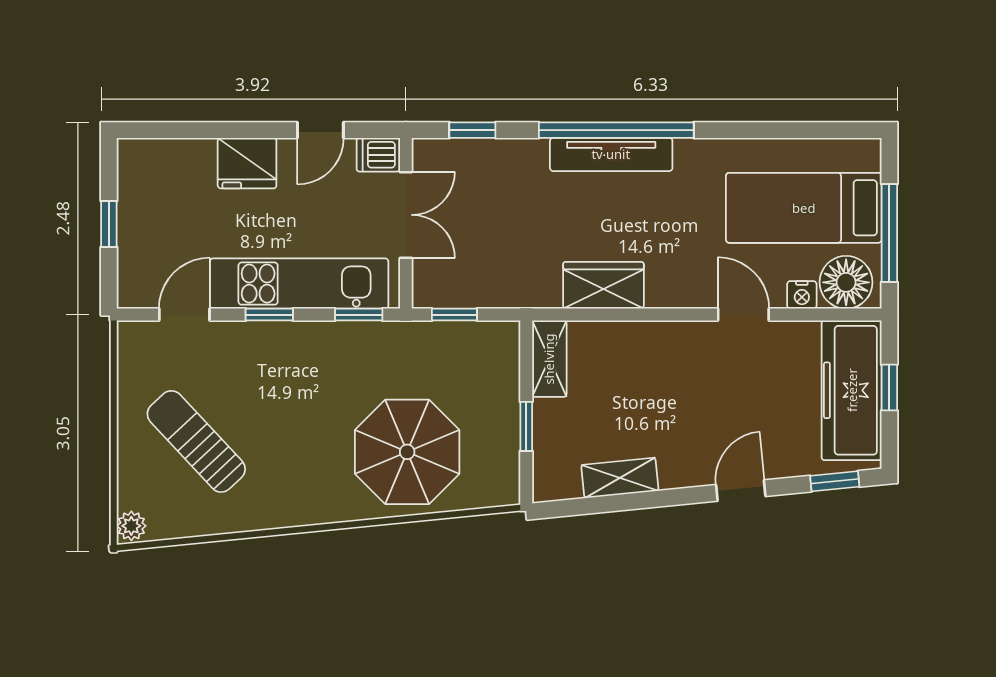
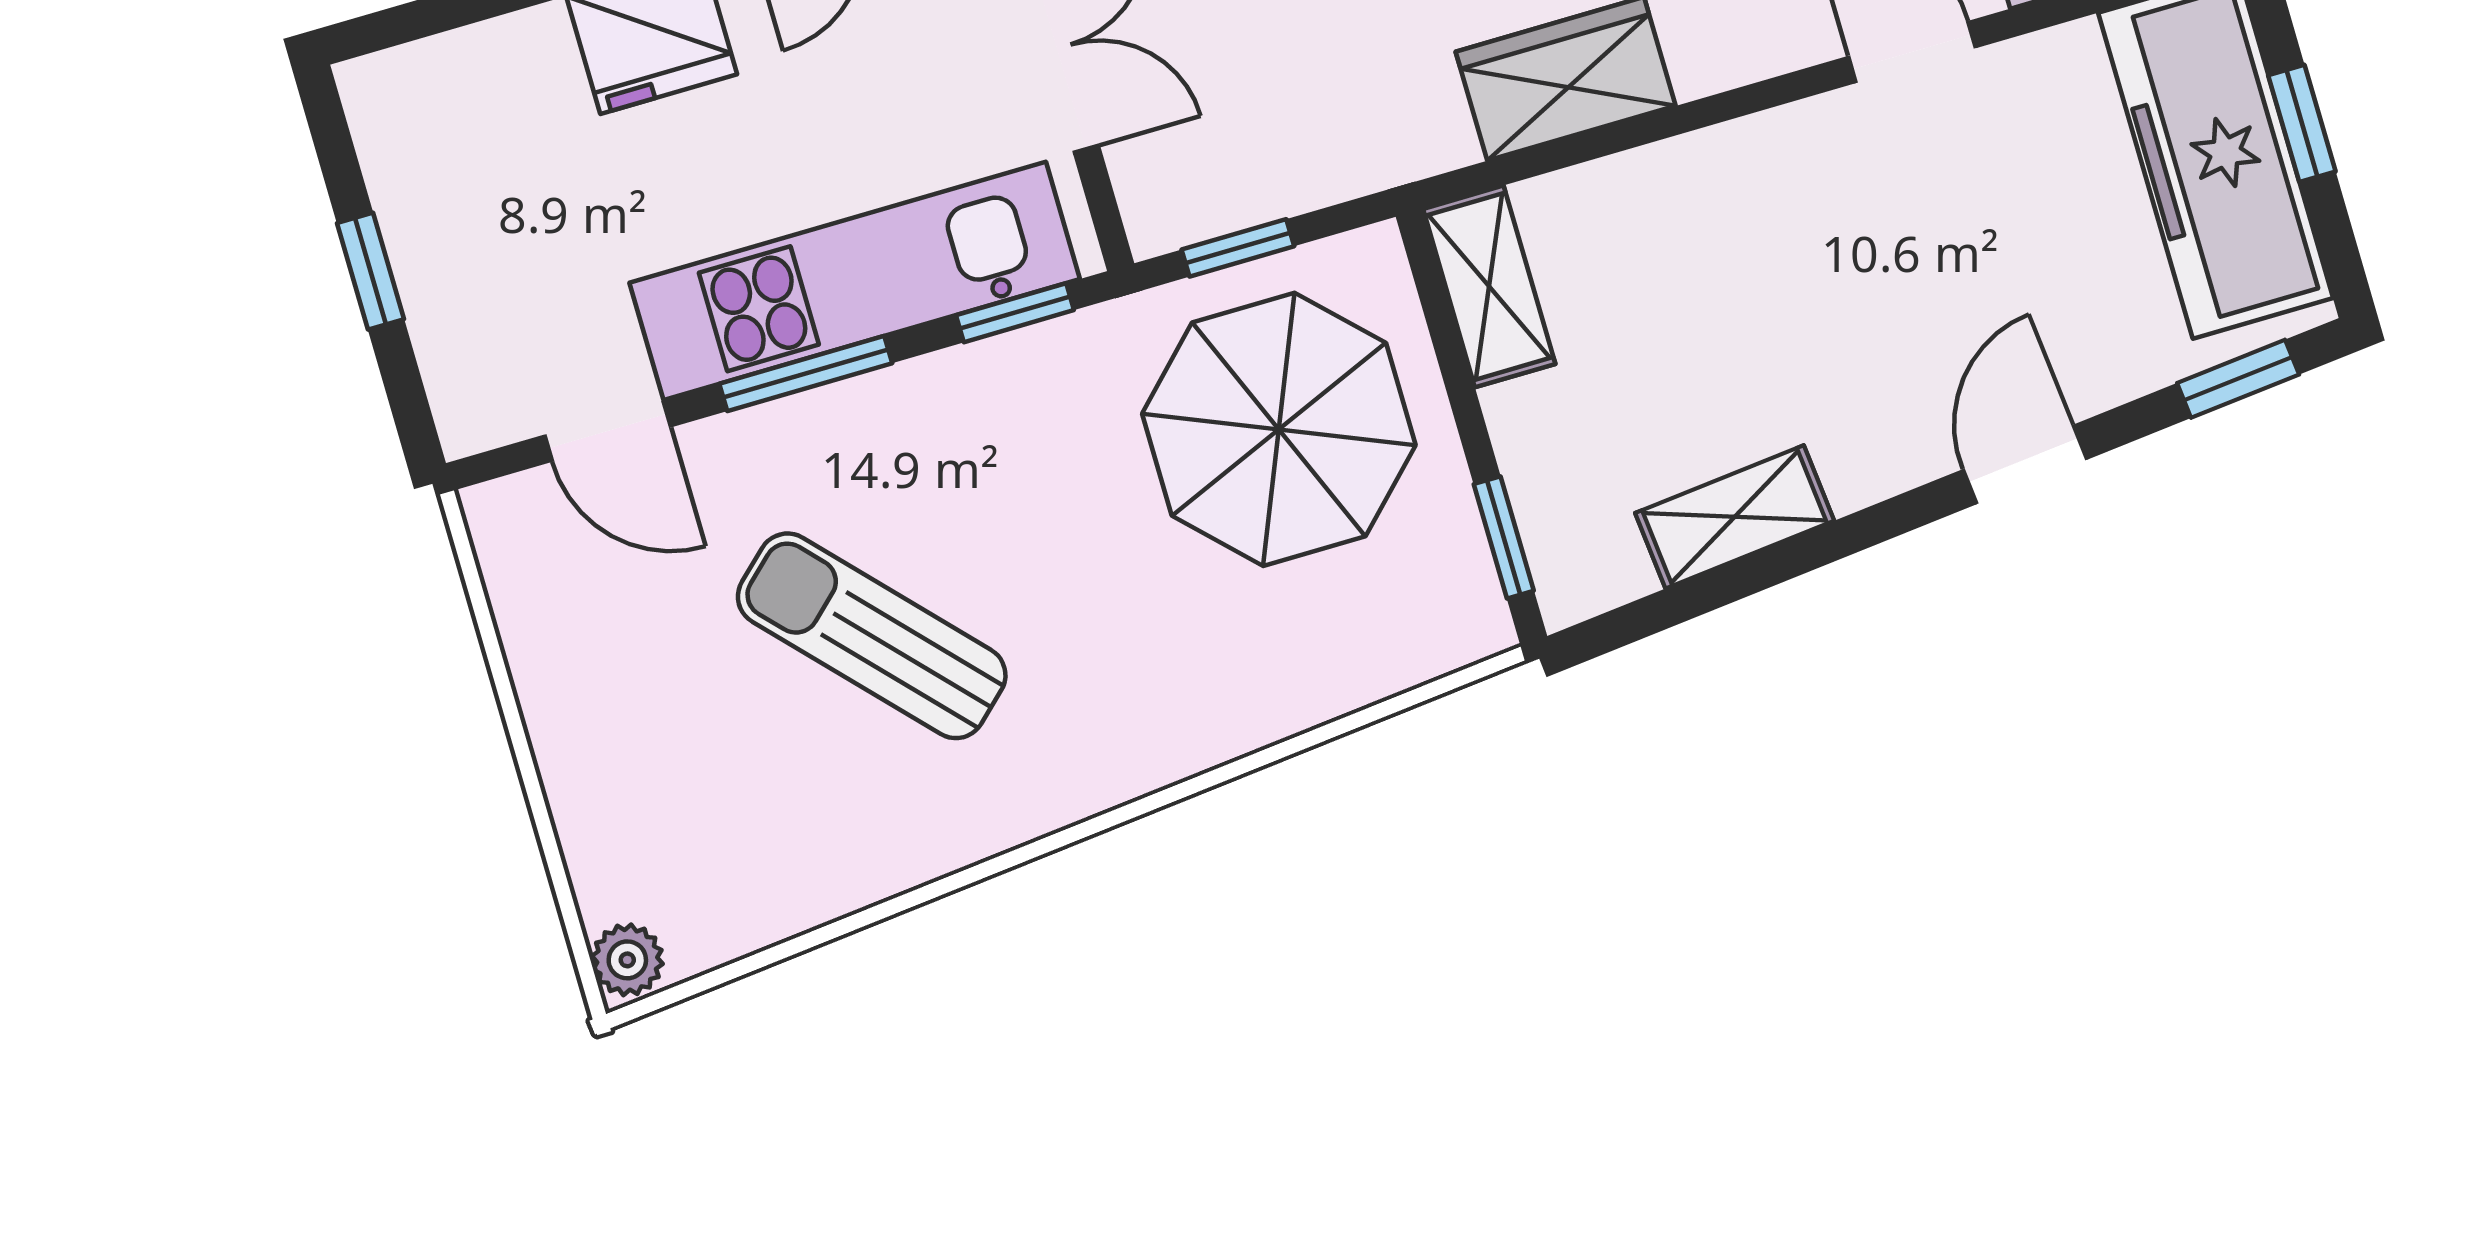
door: (184, 315) -> (608, 431), swing flipped
window: (269, 315) -> (806, 373), width x1.50
window: (526, 426) -> (1504, 537), moved
sun lounger: (196, 441) -> (872, 636), moved
parasol: (407, 452) -> (1279, 429), moved

